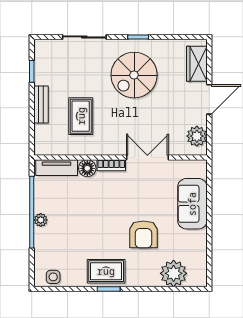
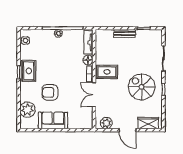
rug: (81, 116) -> (107, 72), moved
double door: (147, 158) -> (94, 95), swing flipped
sofa: (192, 204) -> (53, 121), moved

